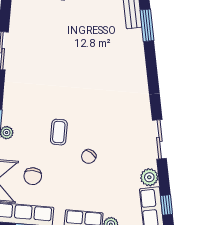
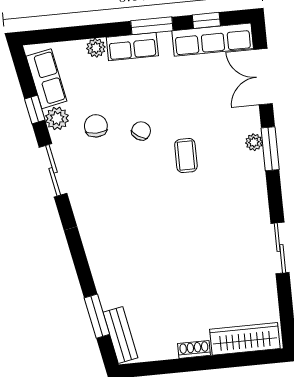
chair: (33, 176) -> (96, 126), moved
window: (166, 205) -> (35, 109), moved

